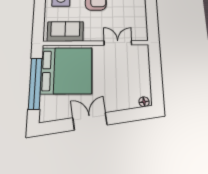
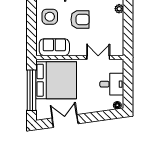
desk: (136, 75) -> (112, 84), added
double door: (90, 121) -> (65, 121), moved

